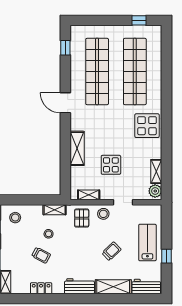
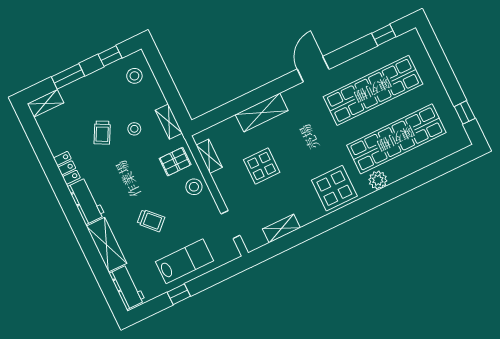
plant: (155, 191) -> (378, 180), moved
doorway: (123, 202) -> (231, 225), moved
locker: (41, 288) -> (67, 168), moved

